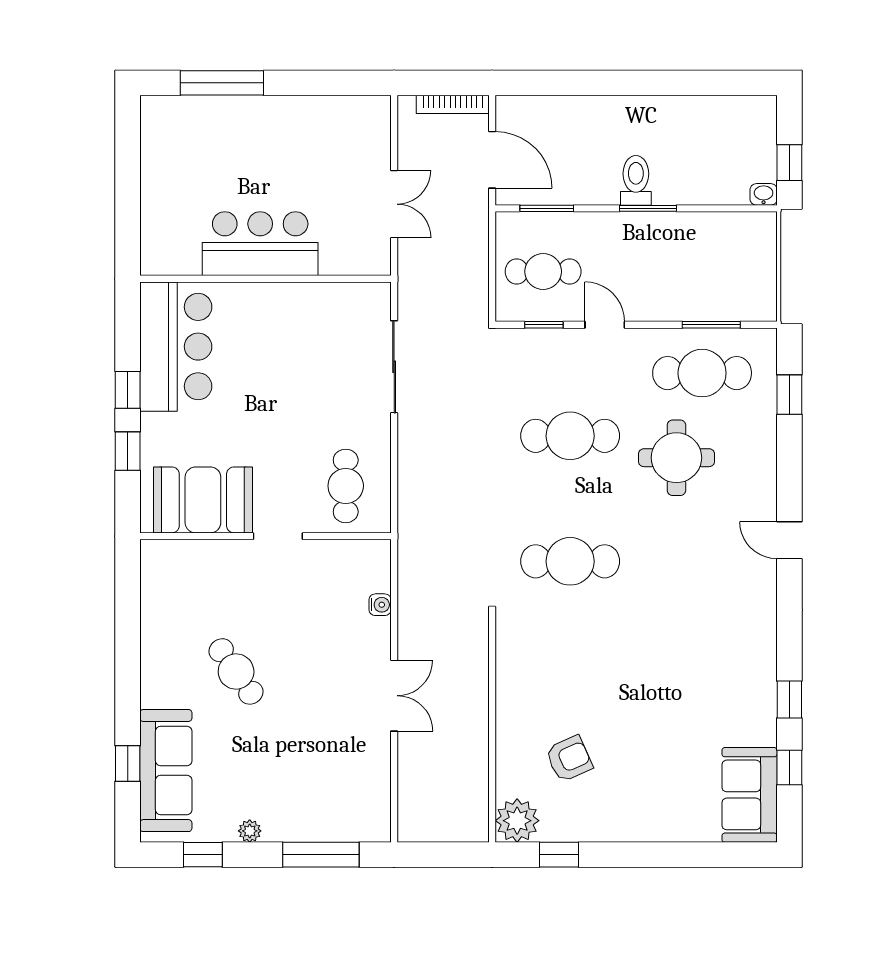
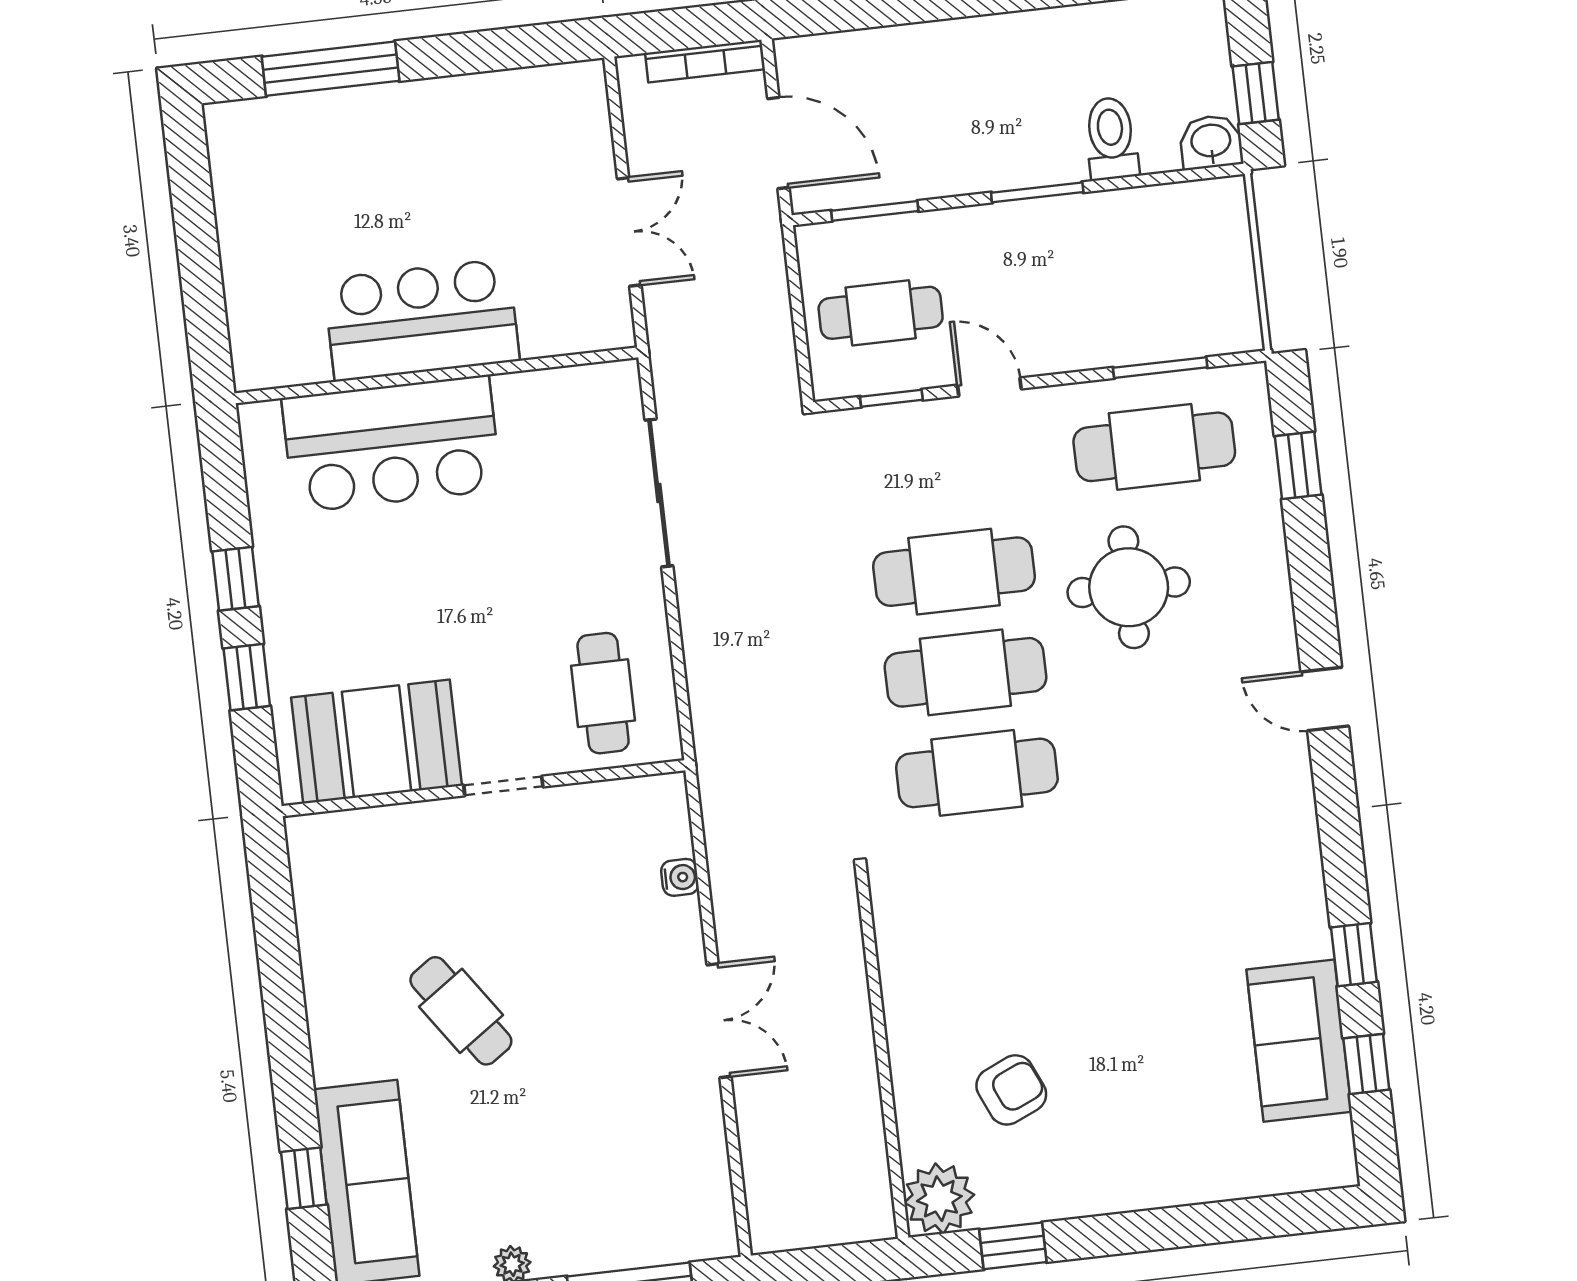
toilet: (636, 180) -> (1111, 138), moved
washbasin: (764, 194) -> (1211, 142), width x1.38, depth x1.45
bar counter: (176, 347) -> (391, 444), moved, turned 90
cafe table: (570, 499) -> (965, 672), added
sofa: (750, 795) -> (1299, 1041), moved

